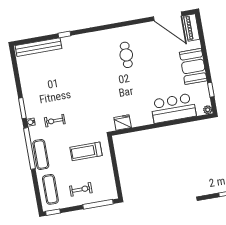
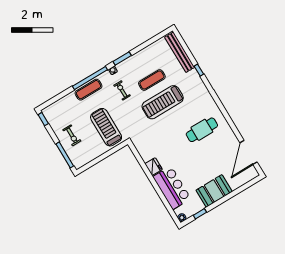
piano: (192, 27) -> (247, 177), removed
cafe table: (126, 55) -> (202, 130), width x1.37, depth x1.35
treadmill: (83, 84) -> (163, 102), added
fridge: (123, 122) -> (154, 167), moved
treadmill: (86, 151) -> (106, 127), width x1.37, depth x1.38
exercise mat: (50, 189) -> (152, 80), moved

